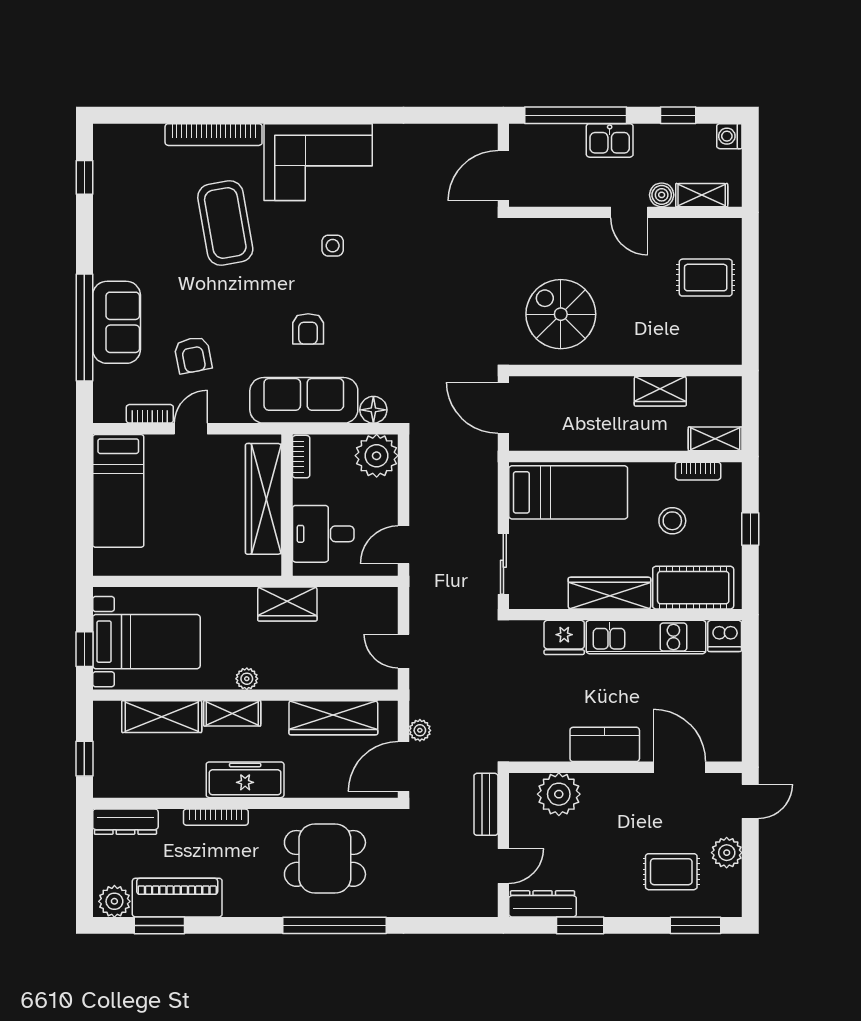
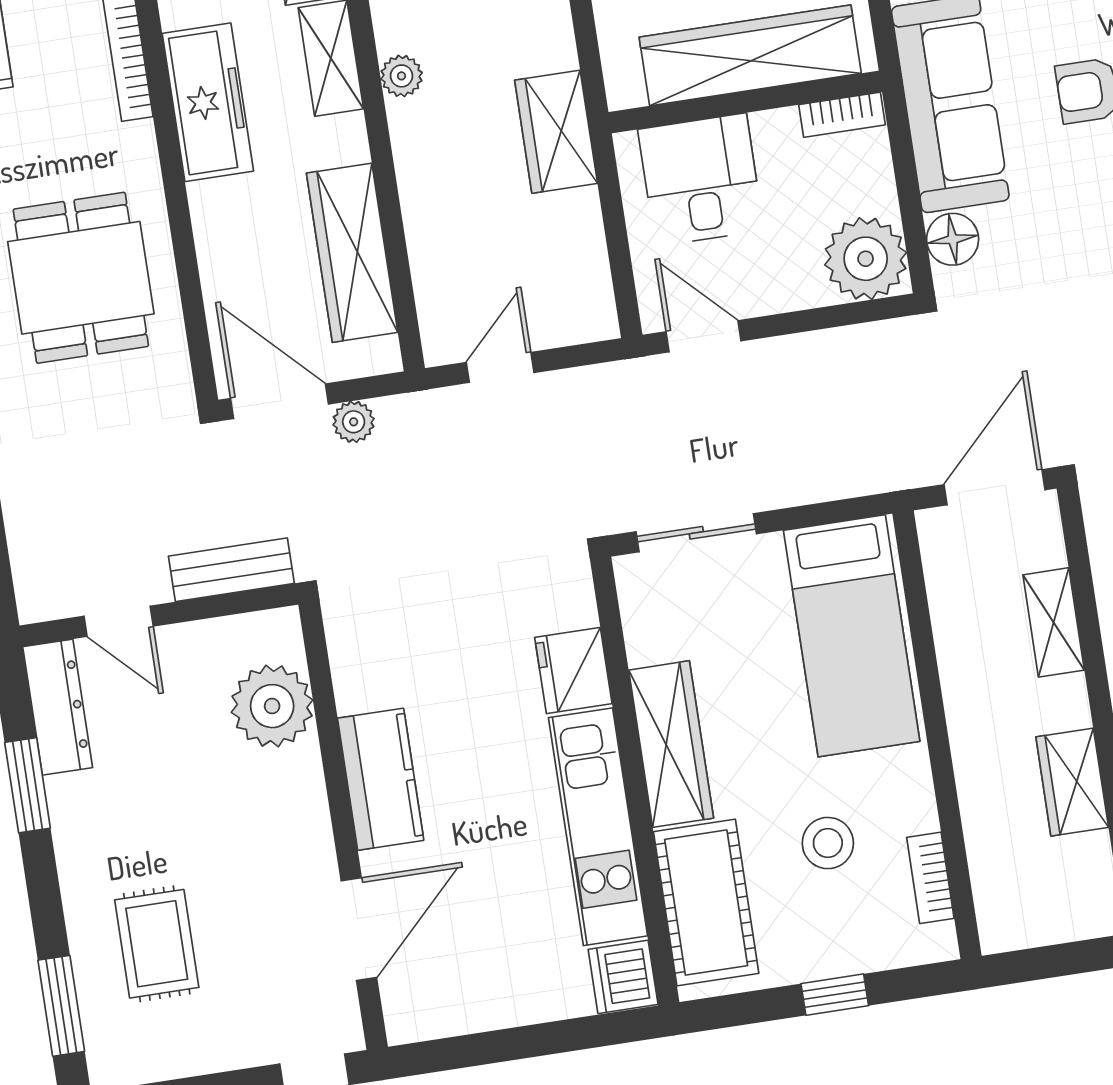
shelving: (715, 439) -> (1054, 622), moved
plant: (727, 853) -> (209, 1044), removed

